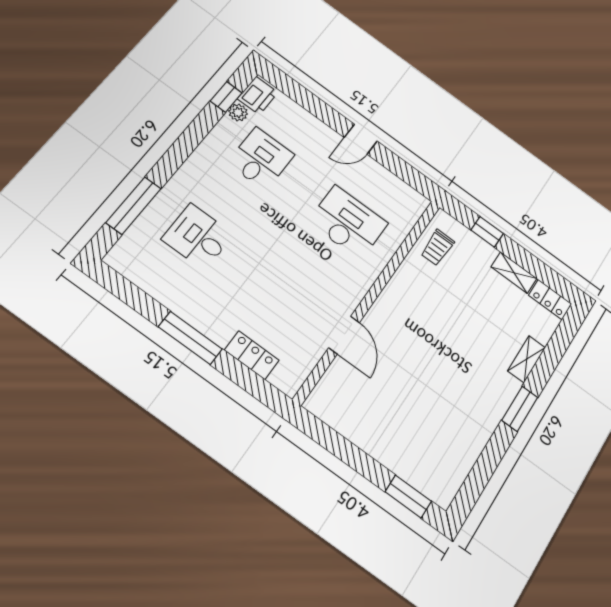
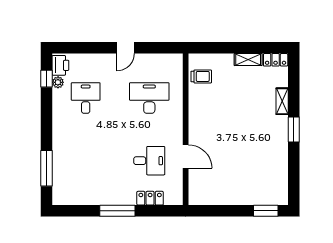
window: (487, 232) -> (221, 48), removed
desk: (198, 237) -> (149, 161), moved, turned 180
trolley: (437, 248) -> (201, 76), turned -90

